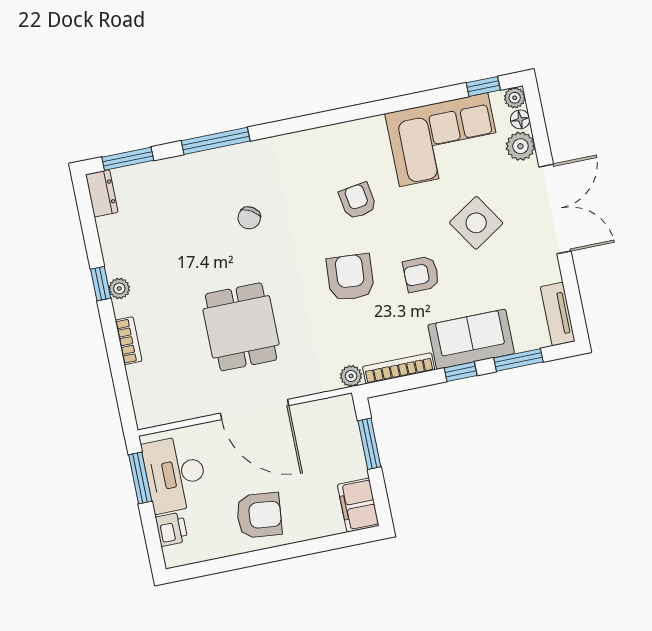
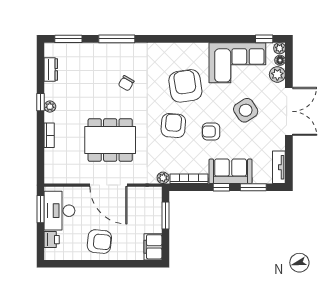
dresser: (102, 193) -> (51, 70), moved
armchair: (358, 201) -> (185, 86), width x1.88, depth x1.88
dining table: (241, 327) -> (110, 140), width x1.38

